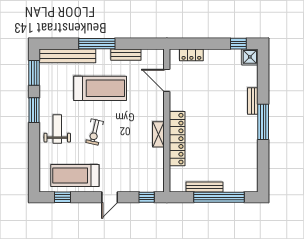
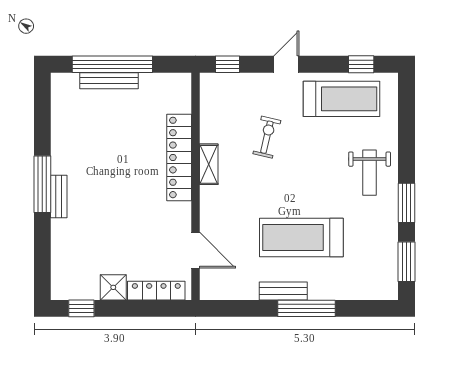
bench: (126, 55) -> (283, 291), moved
locker: (191, 55) -> (156, 291), width x1.53
bench: (68, 56) -> (353, 289), removed
shower: (250, 57) -> (113, 287), moved
bench: (253, 101) -> (59, 197), moved
exercise bike: (95, 132) -> (267, 137), moved
bench: (205, 187) -> (109, 81), moved

